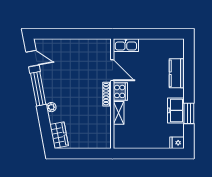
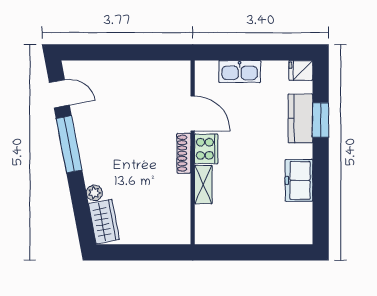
kitchen sink: (126, 45) -> (240, 71), moved
plant: (51, 107) -> (94, 193), moved
window: (189, 113) -> (321, 120), moved
fridge: (177, 143) -> (301, 70), moved

